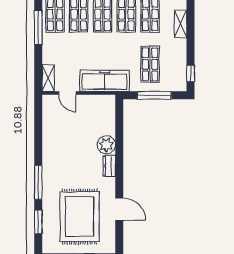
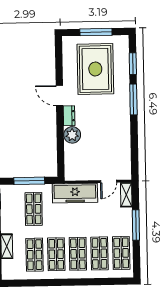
window: (38, 28) -> (136, 225), moved
door: (67, 93) -> (109, 181), swing flipped
door: (119, 209) -> (60, 96), moved

